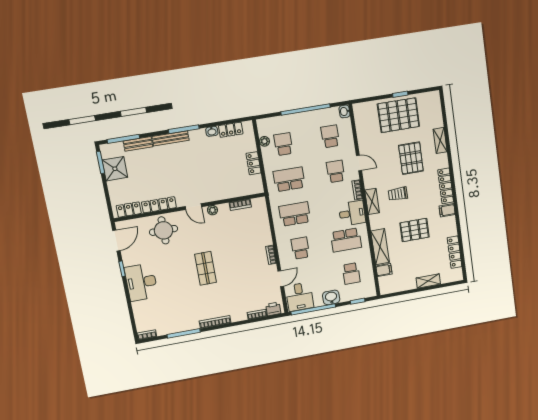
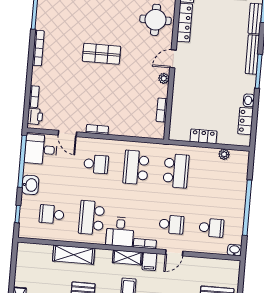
school desk: (283, 144) -> (216, 174), removed
school desk: (295, 214) -> (136, 167), turned 180
filing cabinet: (384, 270) -> (149, 262), moved

